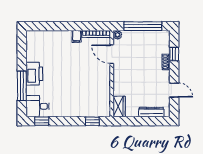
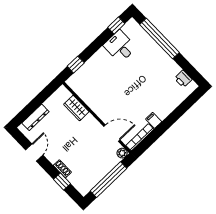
printer: (34, 74) -> (183, 79), moved, width x0.53, depth x0.68
window: (22, 86) -> (159, 39), width x1.46
door: (174, 90) -> (34, 153), swing flipped
desk: (38, 106) -> (120, 46), moved, turned -90
wardrobe: (119, 107) -> (76, 108), moved

